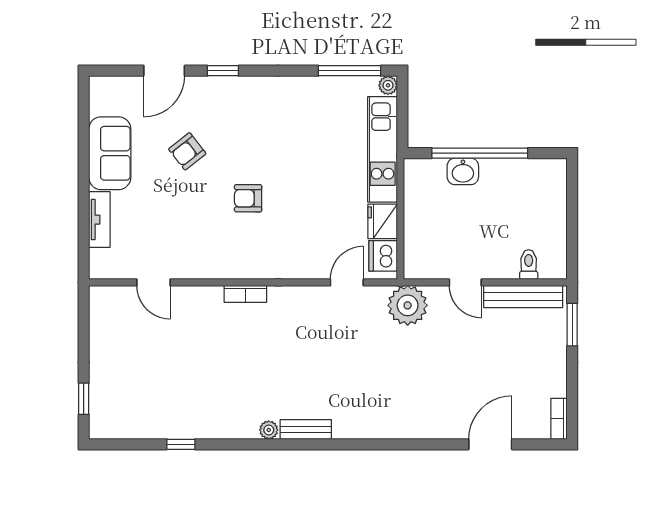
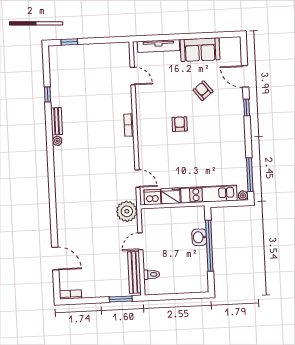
tv unit: (99, 220) -> (159, 46), width x1.41
door: (153, 282) -> (133, 76), swing flipped
bench: (306, 430) -> (57, 121), moved

